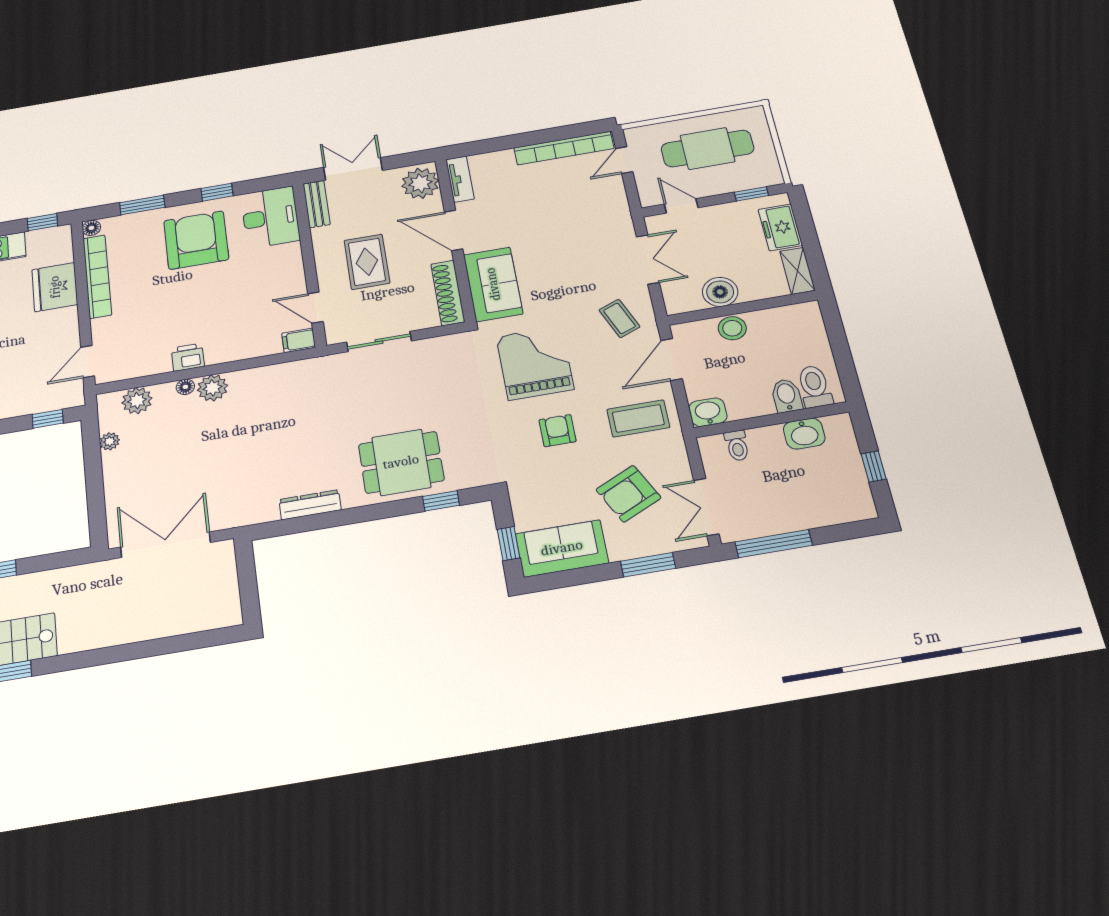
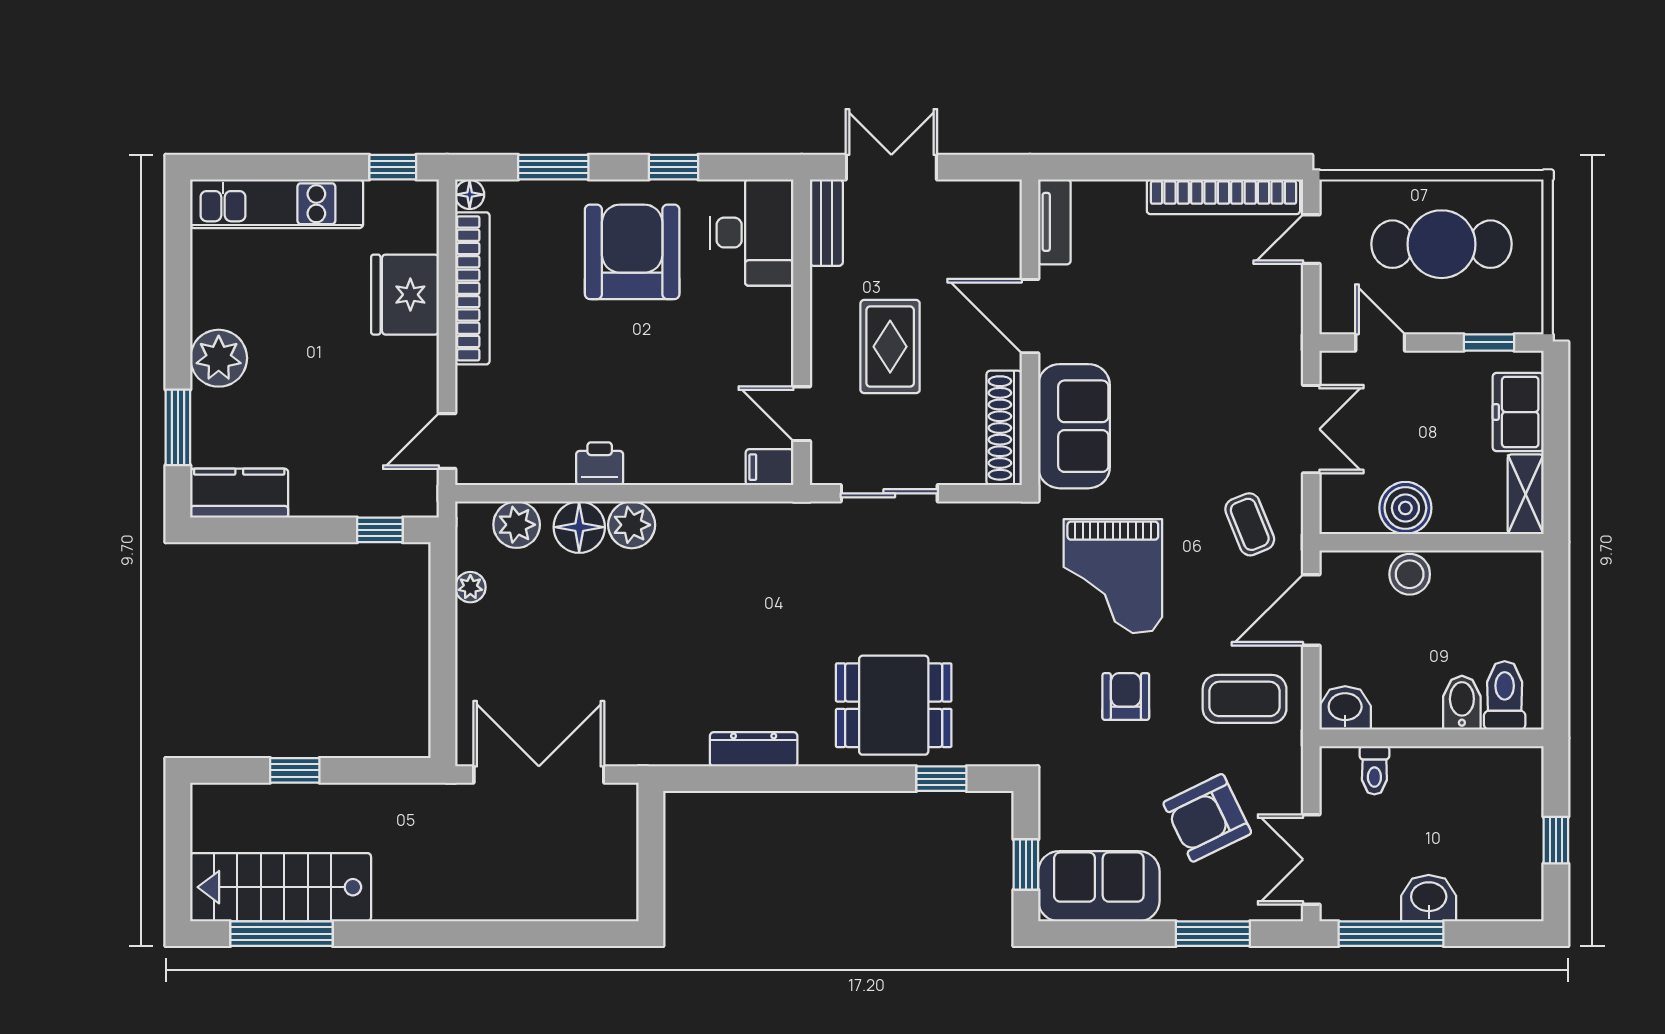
plant: (420, 183) -> (992, 217), removed
grand piano: (535, 363) -> (1113, 576), turned 180
floor lamp: (185, 387) -> (579, 527), width x1.89, depth x1.89
washbasin: (804, 434) -> (1429, 898), moved, turned 180

